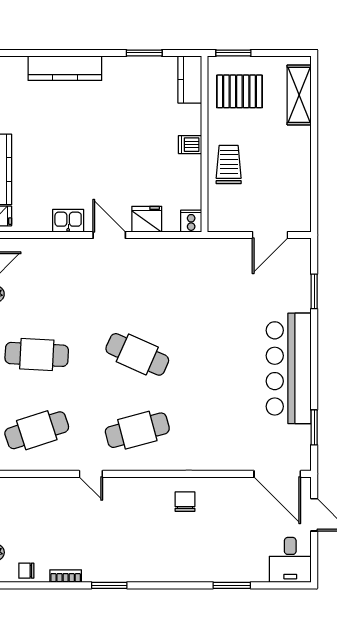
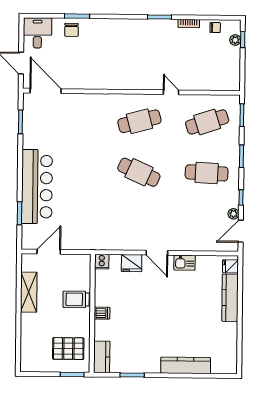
shelving: (299, 95) -> (29, 292), moved
trolley: (229, 165) -> (76, 299), turned 90
bar counter: (289, 368) -> (37, 187), moved
chair: (185, 502) -> (71, 30), moved

